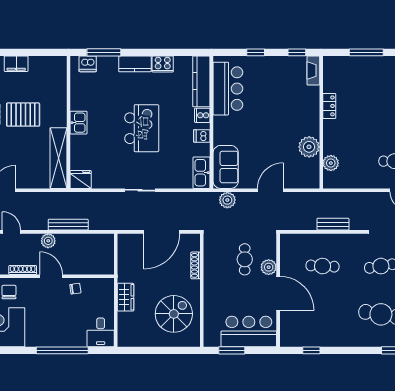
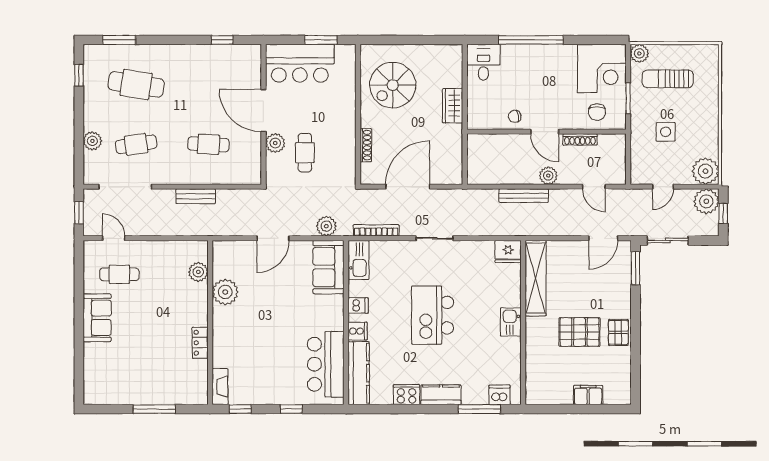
bookcase: (187, 197) -> (376, 230), added

